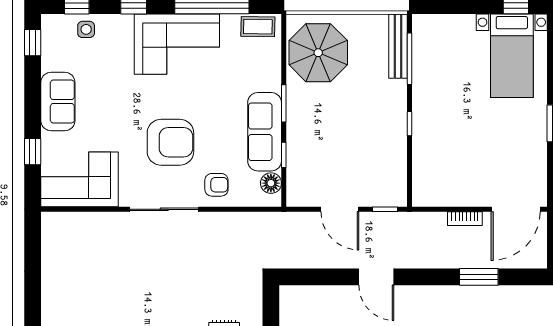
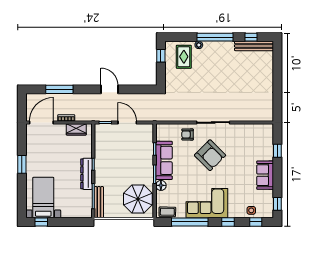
dresser: (423, 104) -> (86, 174), added
armchair: (170, 142) -> (210, 155), turned -135
corner sofa: (80, 179) -> (254, 137), removed
floor lamp: (271, 183) -> (161, 185), moved
wardrobe: (444, 195) -> (76, 129), added
window: (479, 277) -> (59, 89), width x1.44

